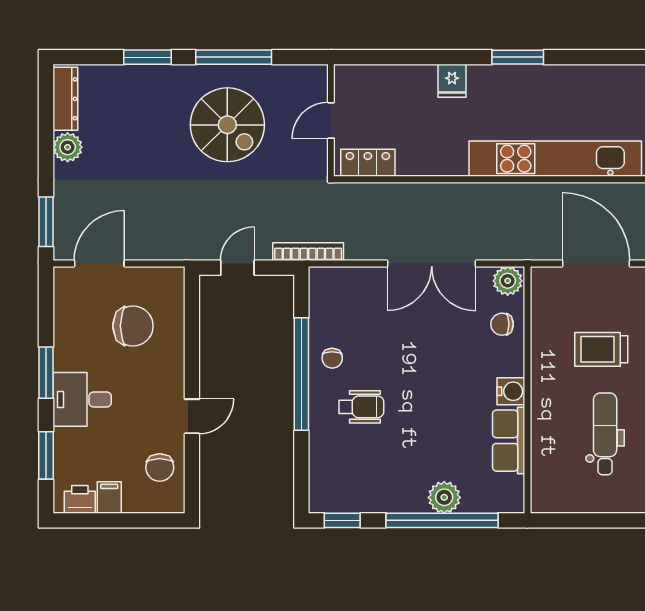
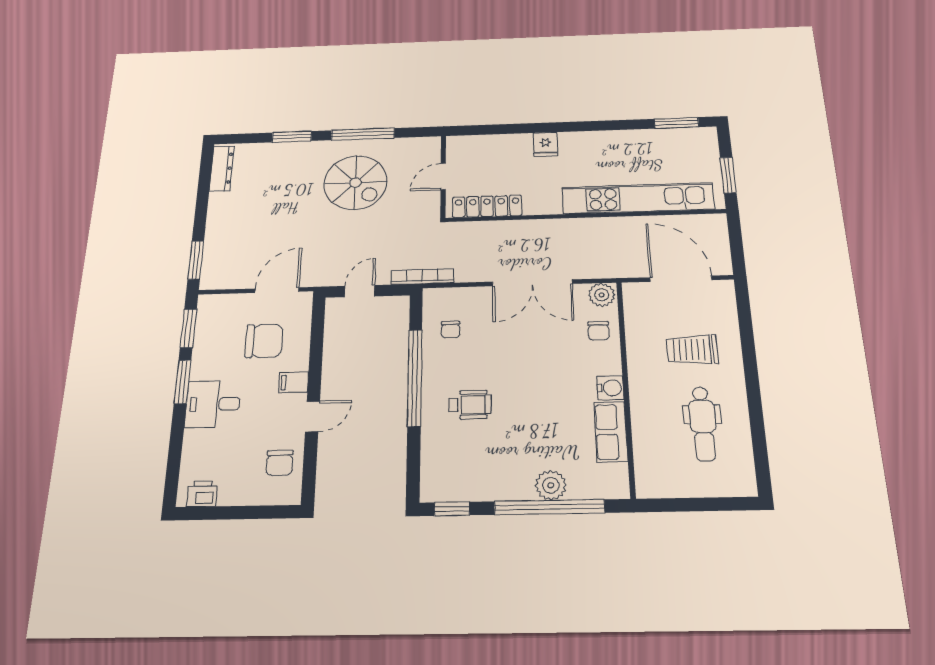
window: (518, 57) -> (677, 123), moved
plant: (68, 147) -> (220, 203), removed
locker: (368, 163) -> (487, 206), width x1.53
door: (99, 263) -> (277, 290), moved
chair: (502, 324) -> (599, 331), turned -90
chair: (332, 358) -> (450, 330), moved
dental chair: (605, 434) -> (703, 424), turned 180
window: (46, 455) -> (188, 328), moved
filing cabinet: (109, 498) -> (294, 382), moved, turned -90

